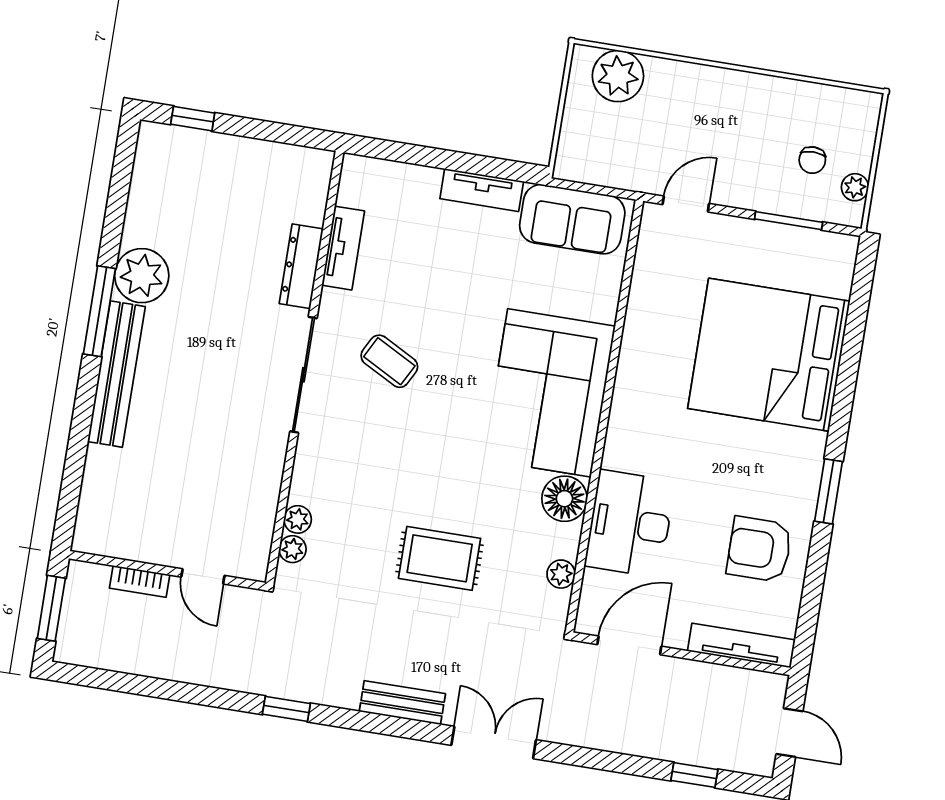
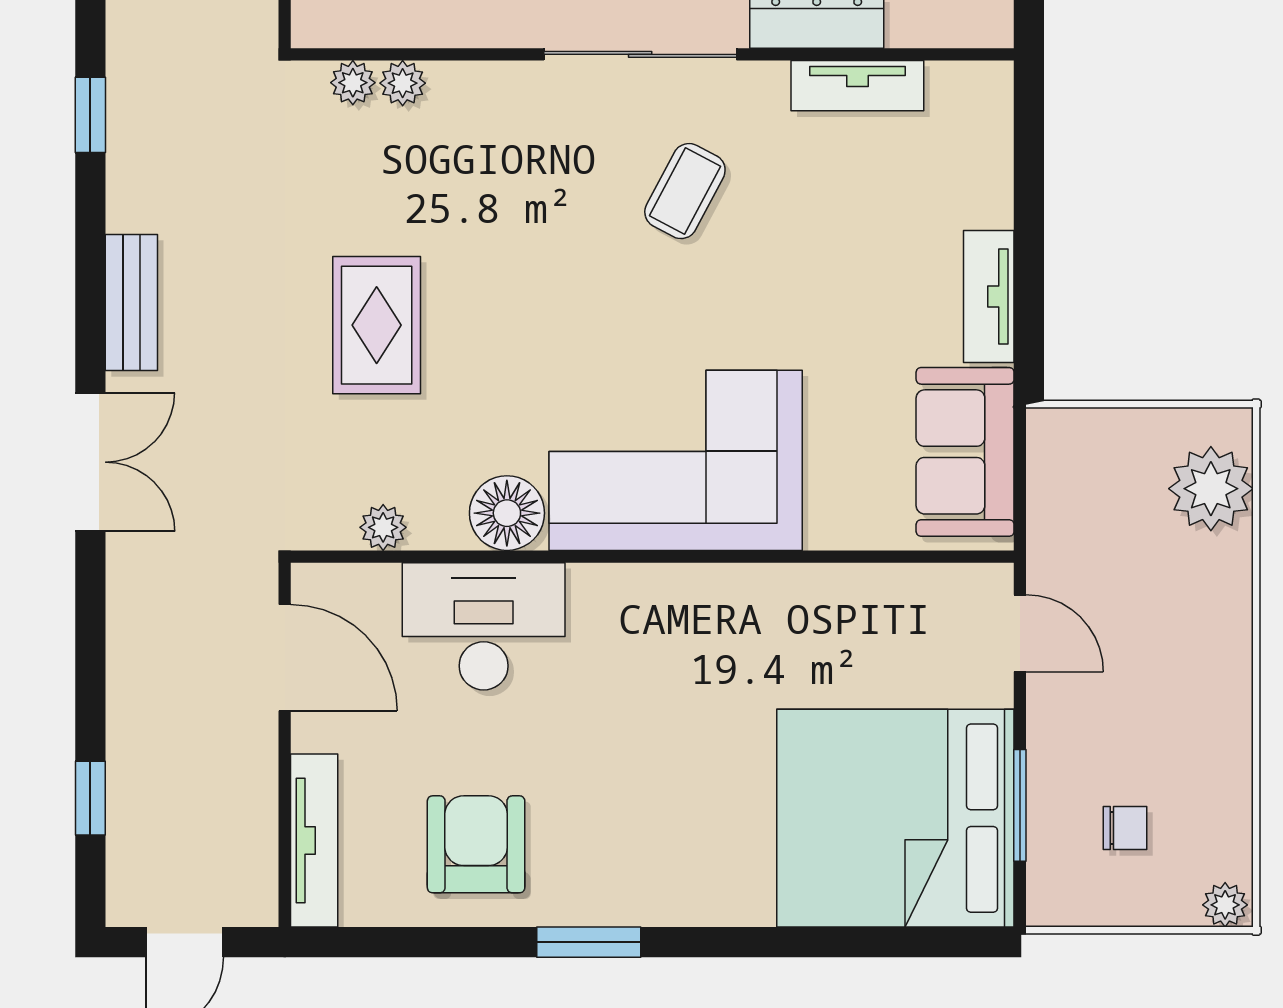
chair: (812, 160) -> (1125, 828), turned 180
plant: (855, 187) -> (1225, 905), moved
bed: (769, 355) -> (895, 818), moved, turned -90

